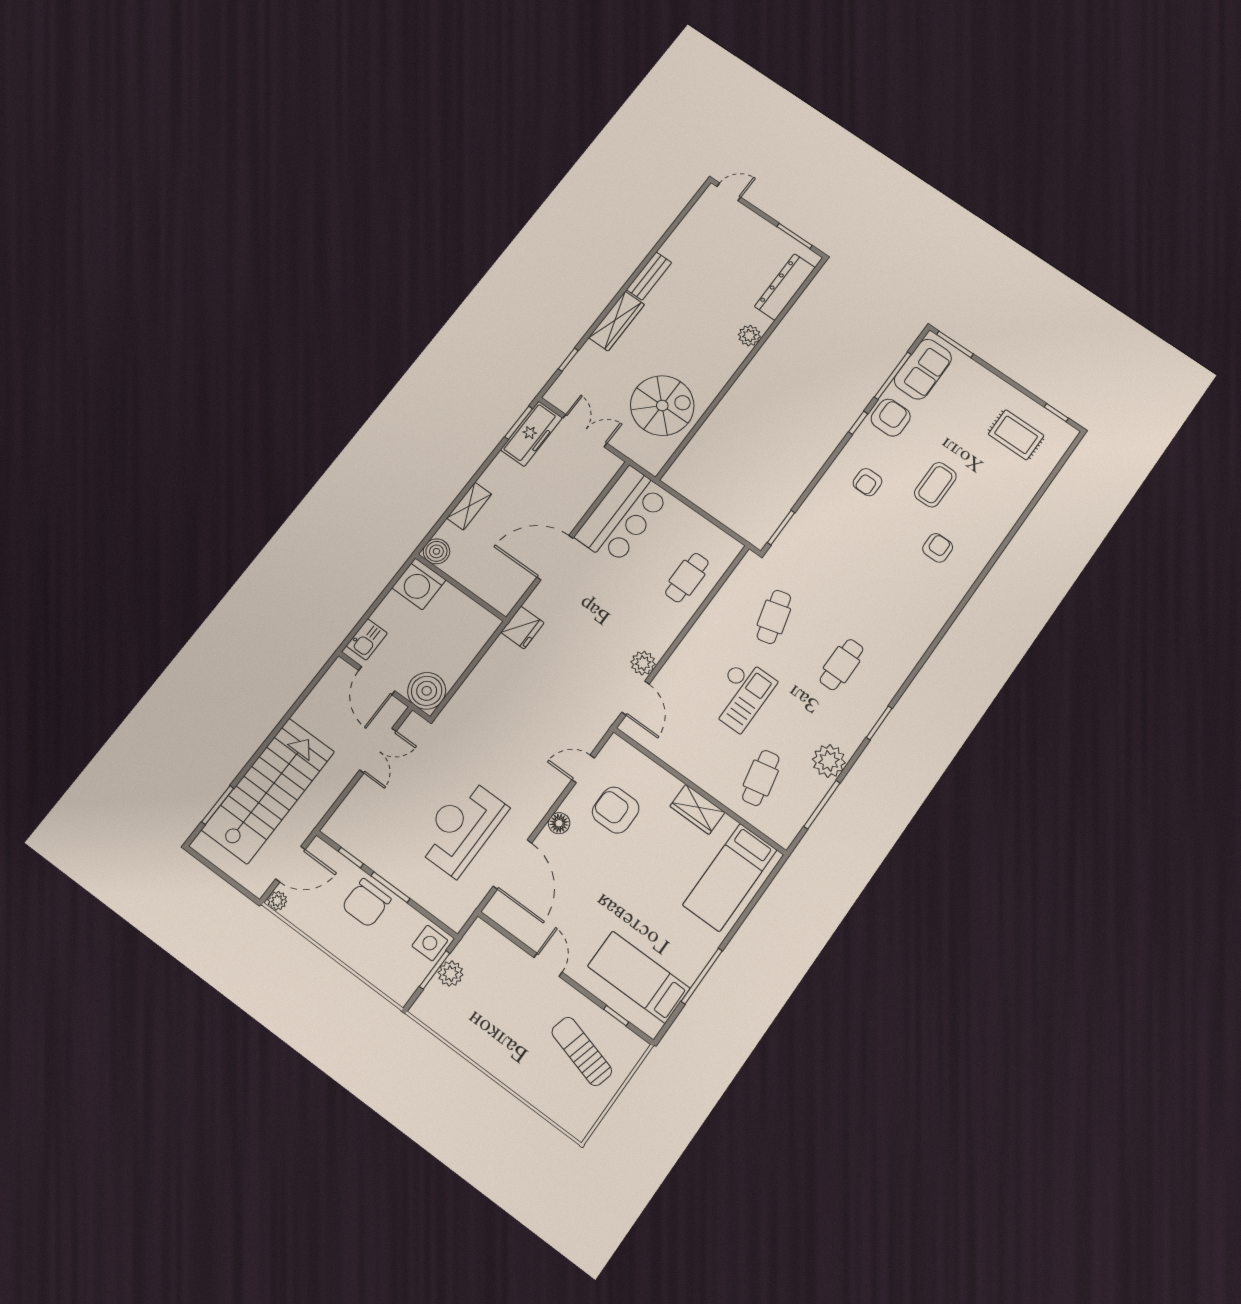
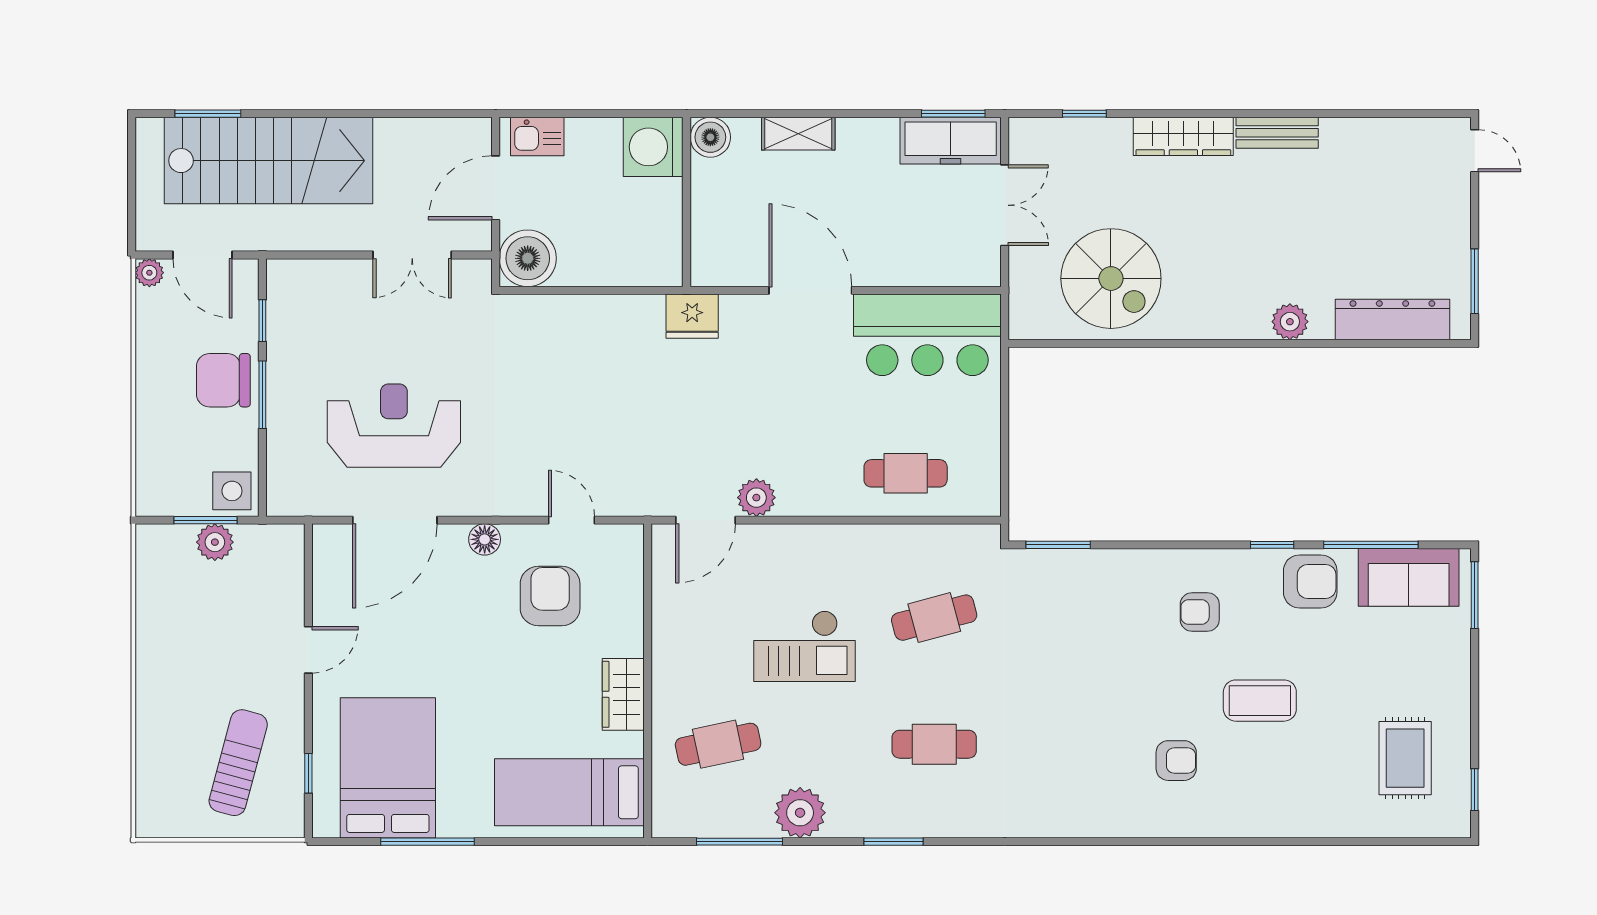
bed: (639, 977) -> (388, 768), width x1.50

